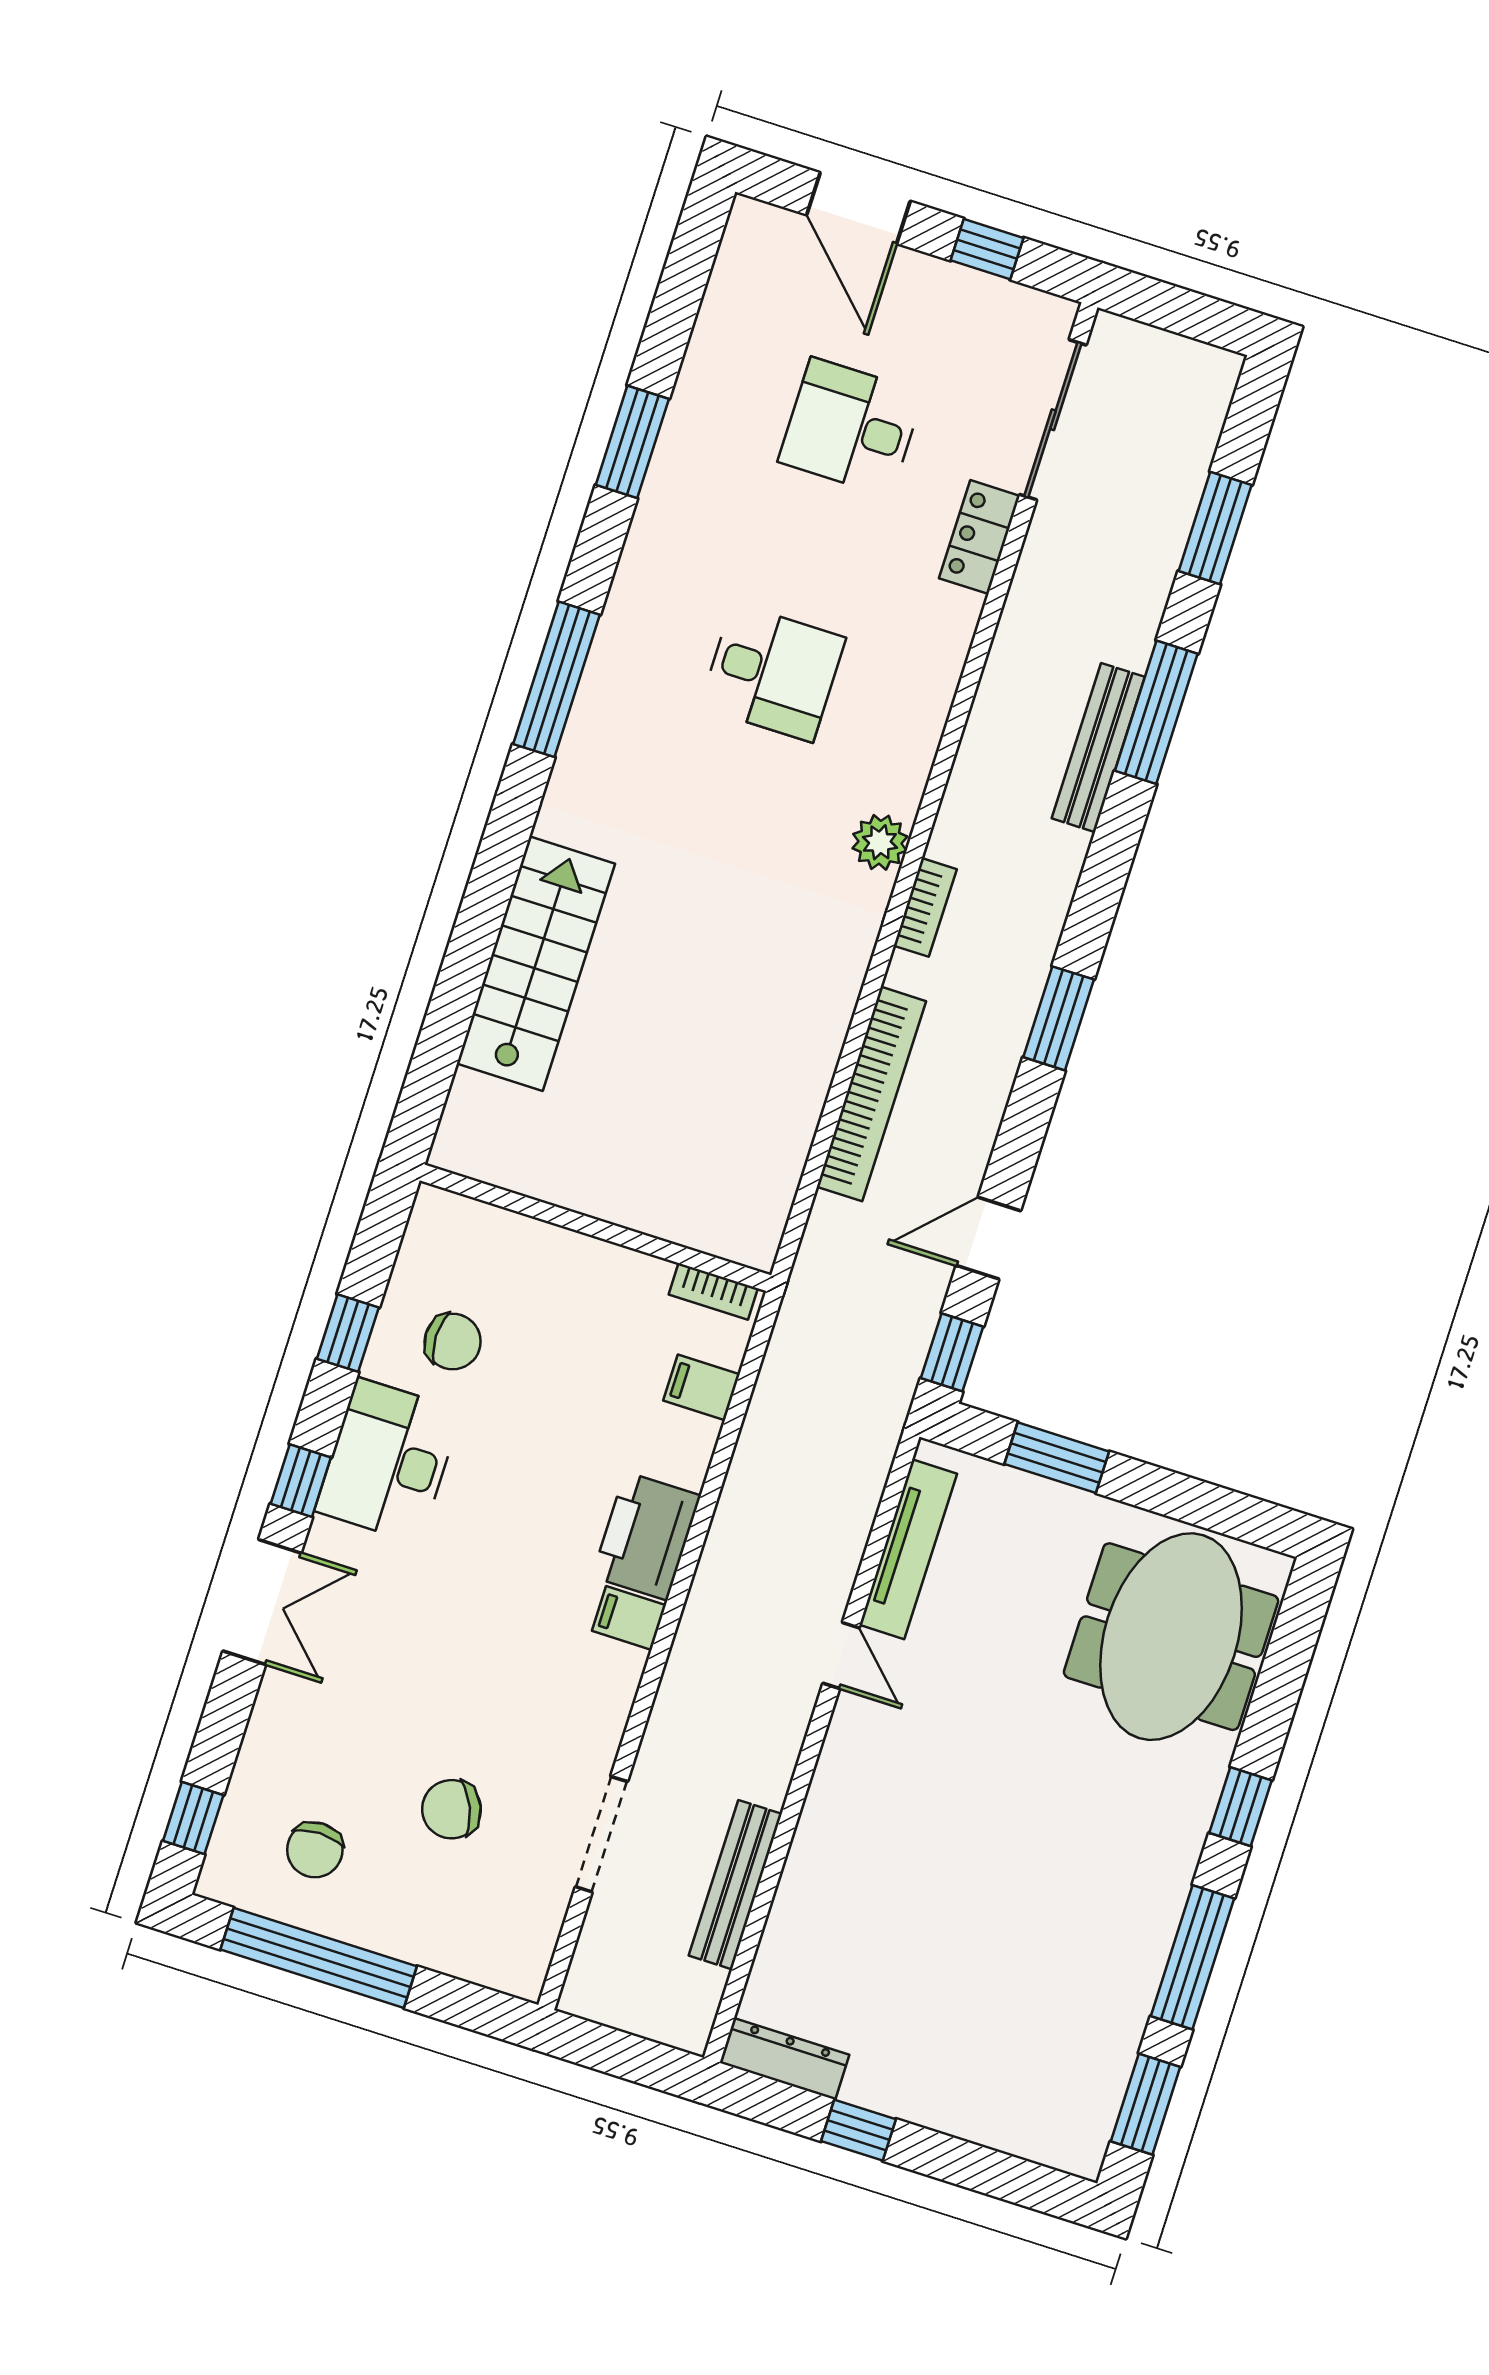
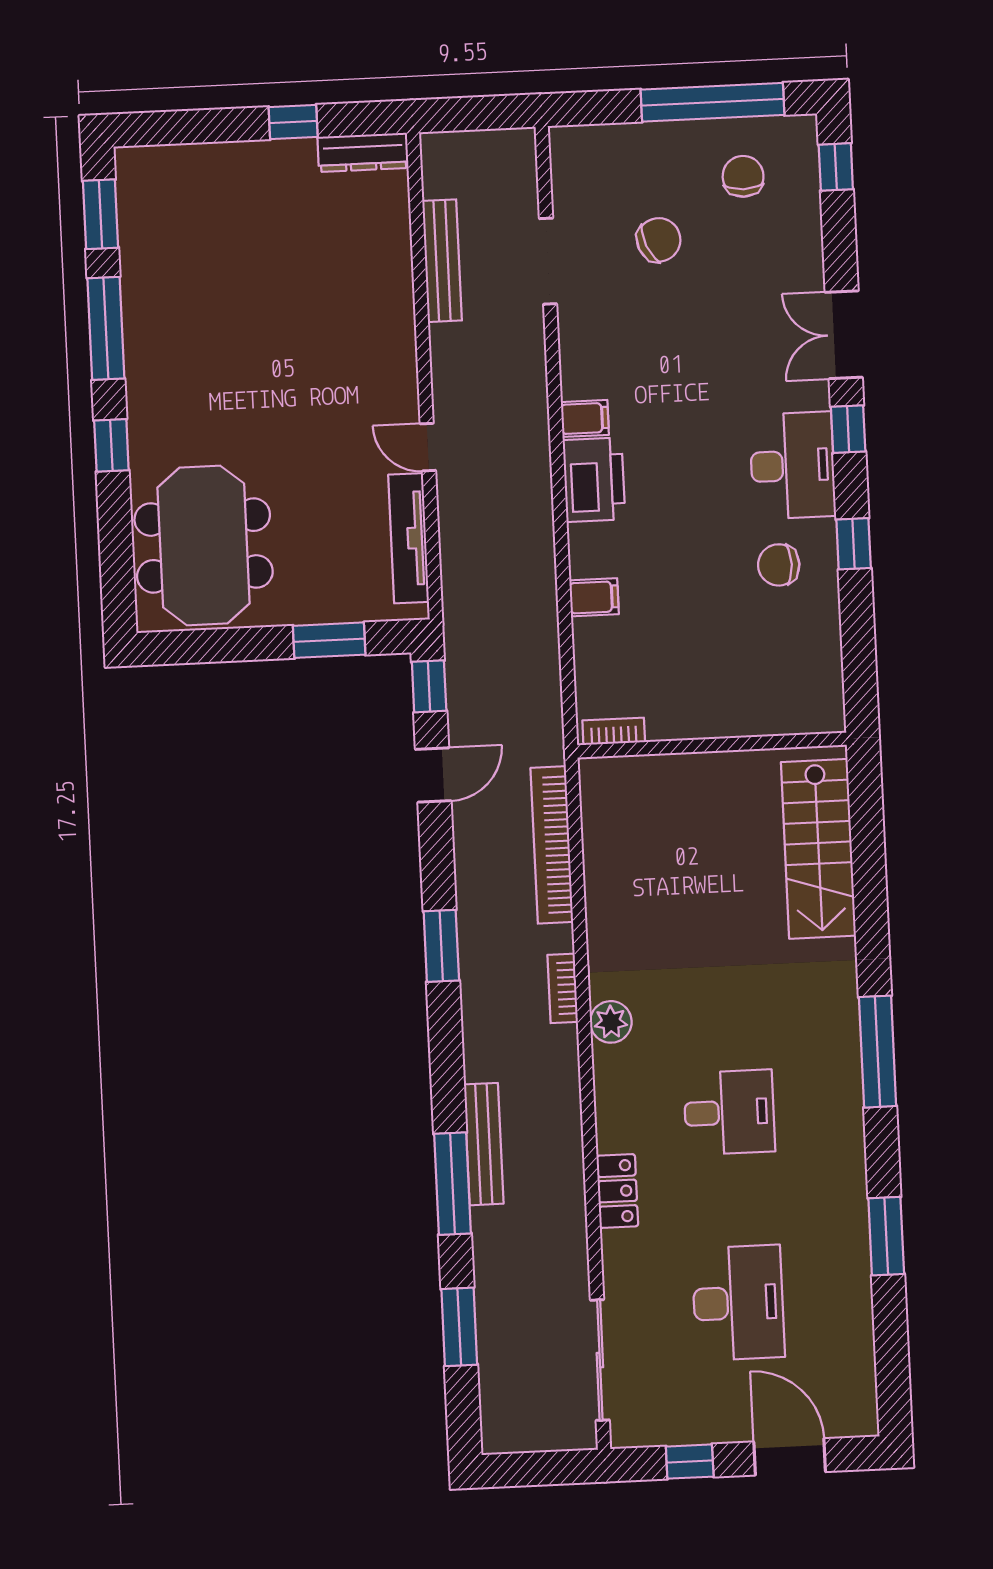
desk: (851, 427) -> (738, 1303), width x1.37
locker: (980, 537) -> (617, 1191), moved
desk: (773, 672) -> (729, 1112), turned 180
wall: (595, 1228) -> (712, 745), moved
bookcase: (713, 1291) -> (614, 731), moved

